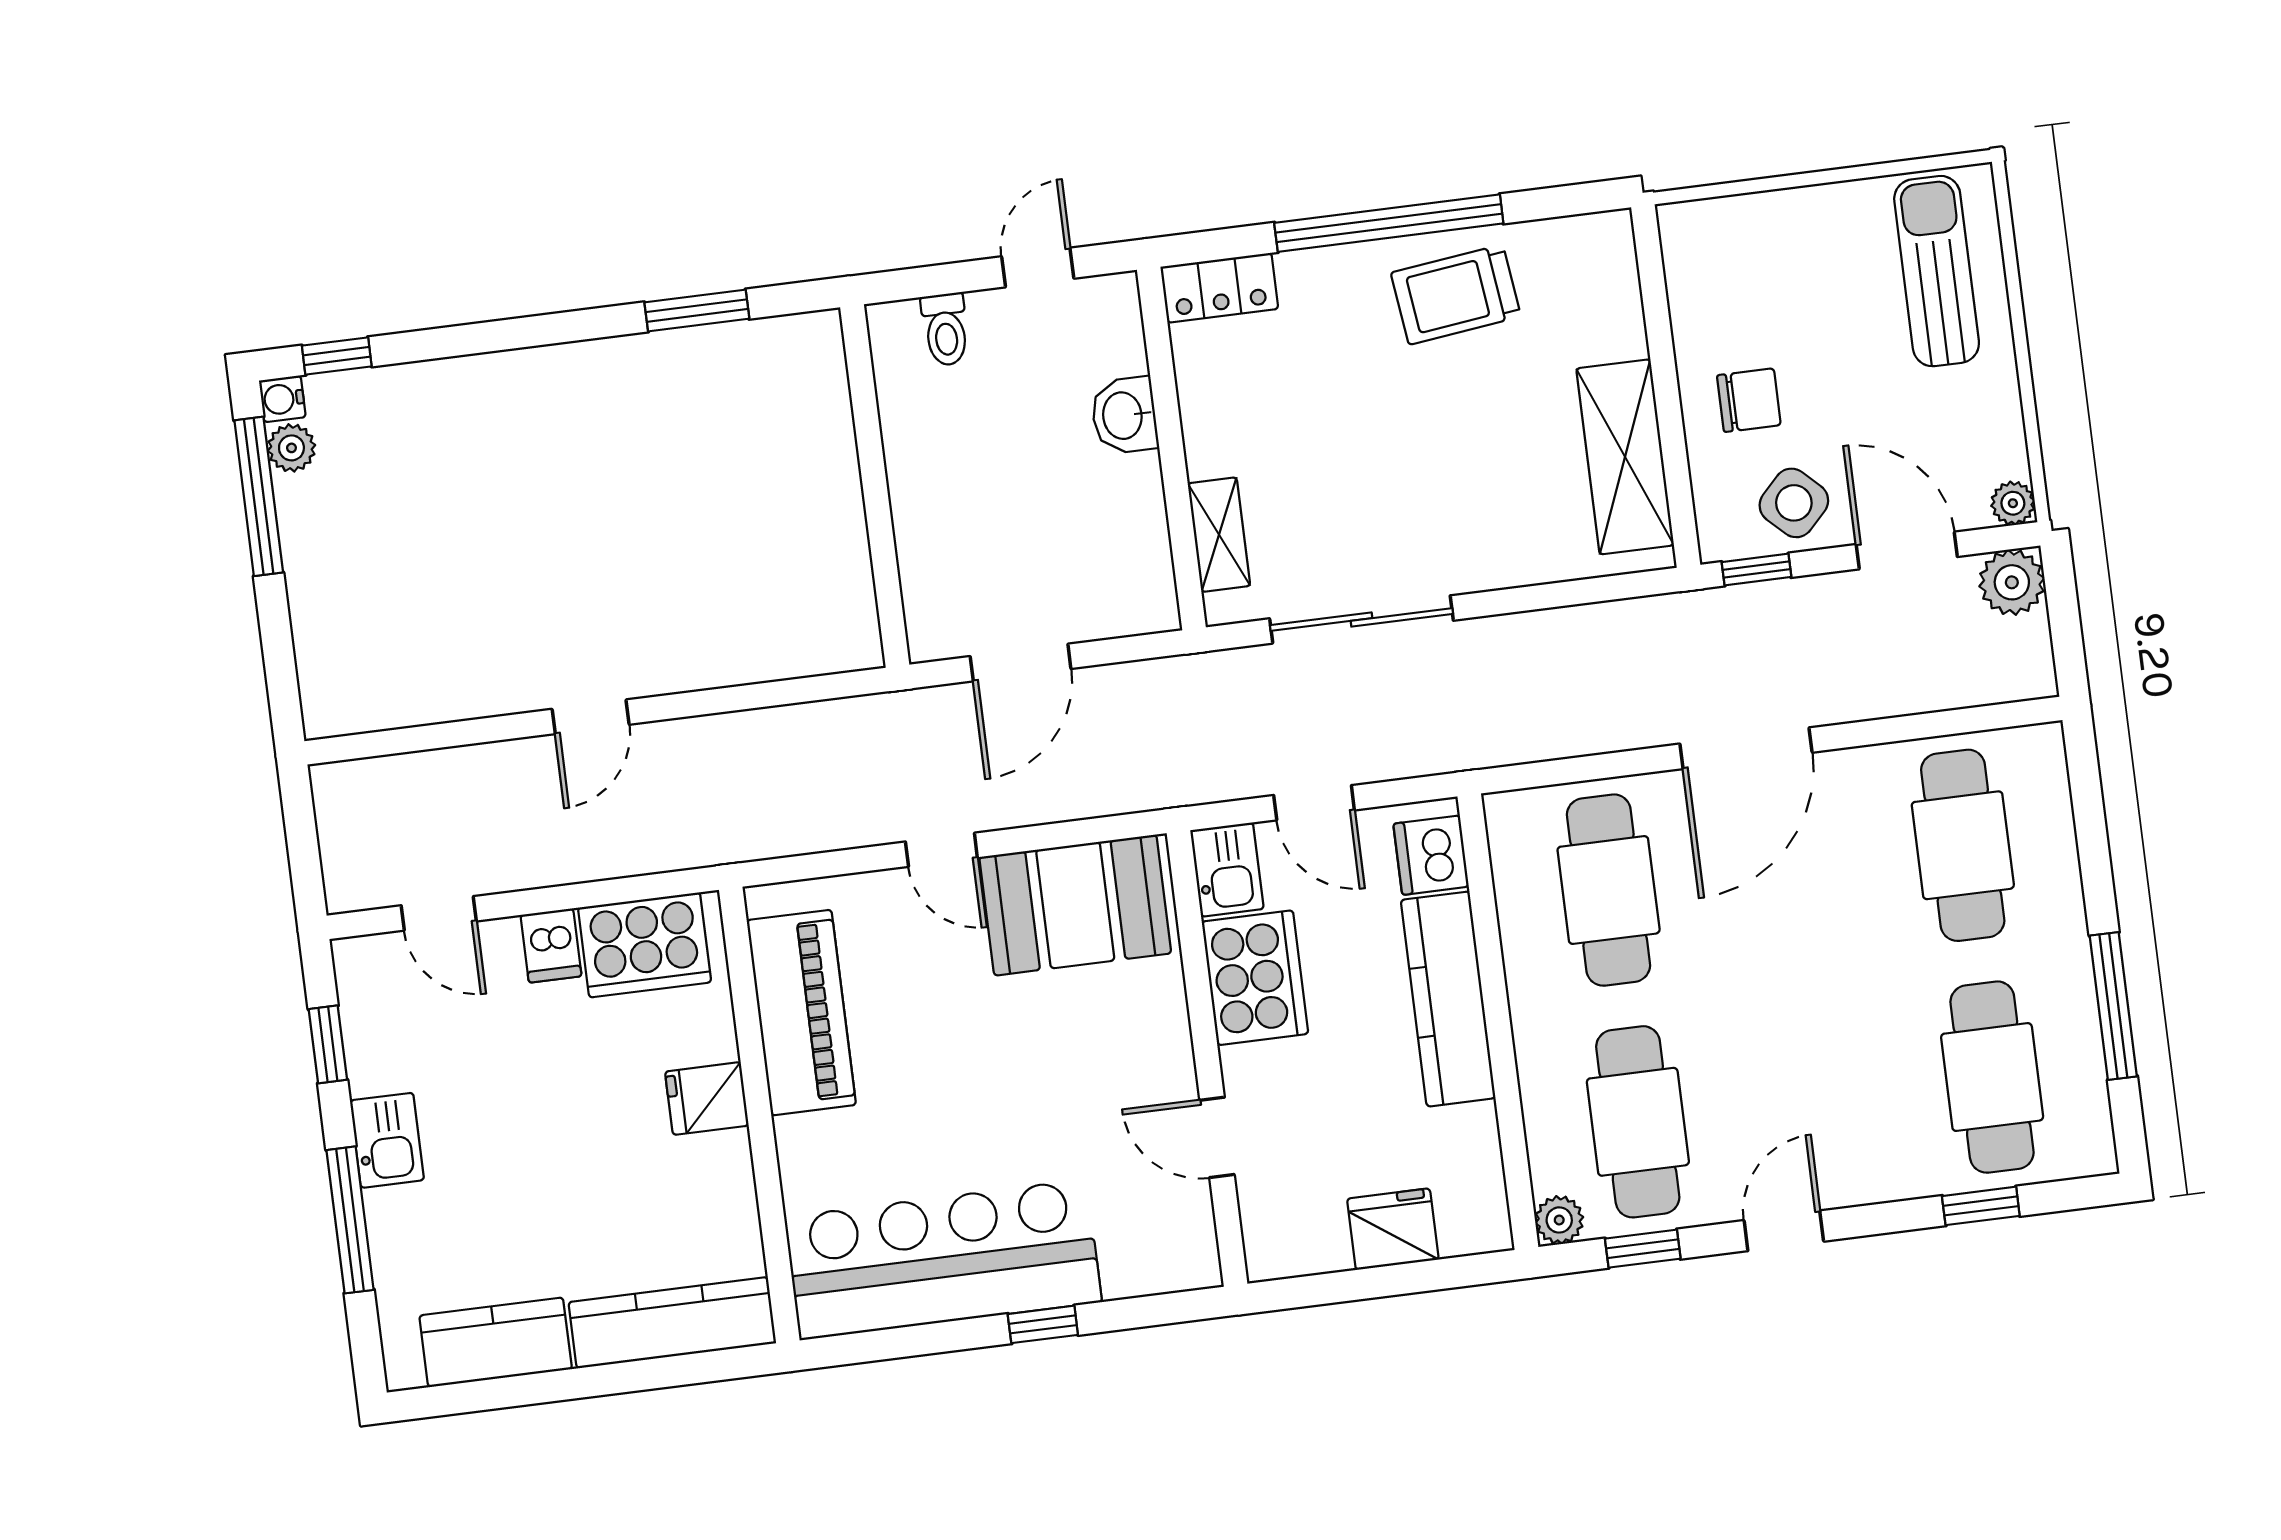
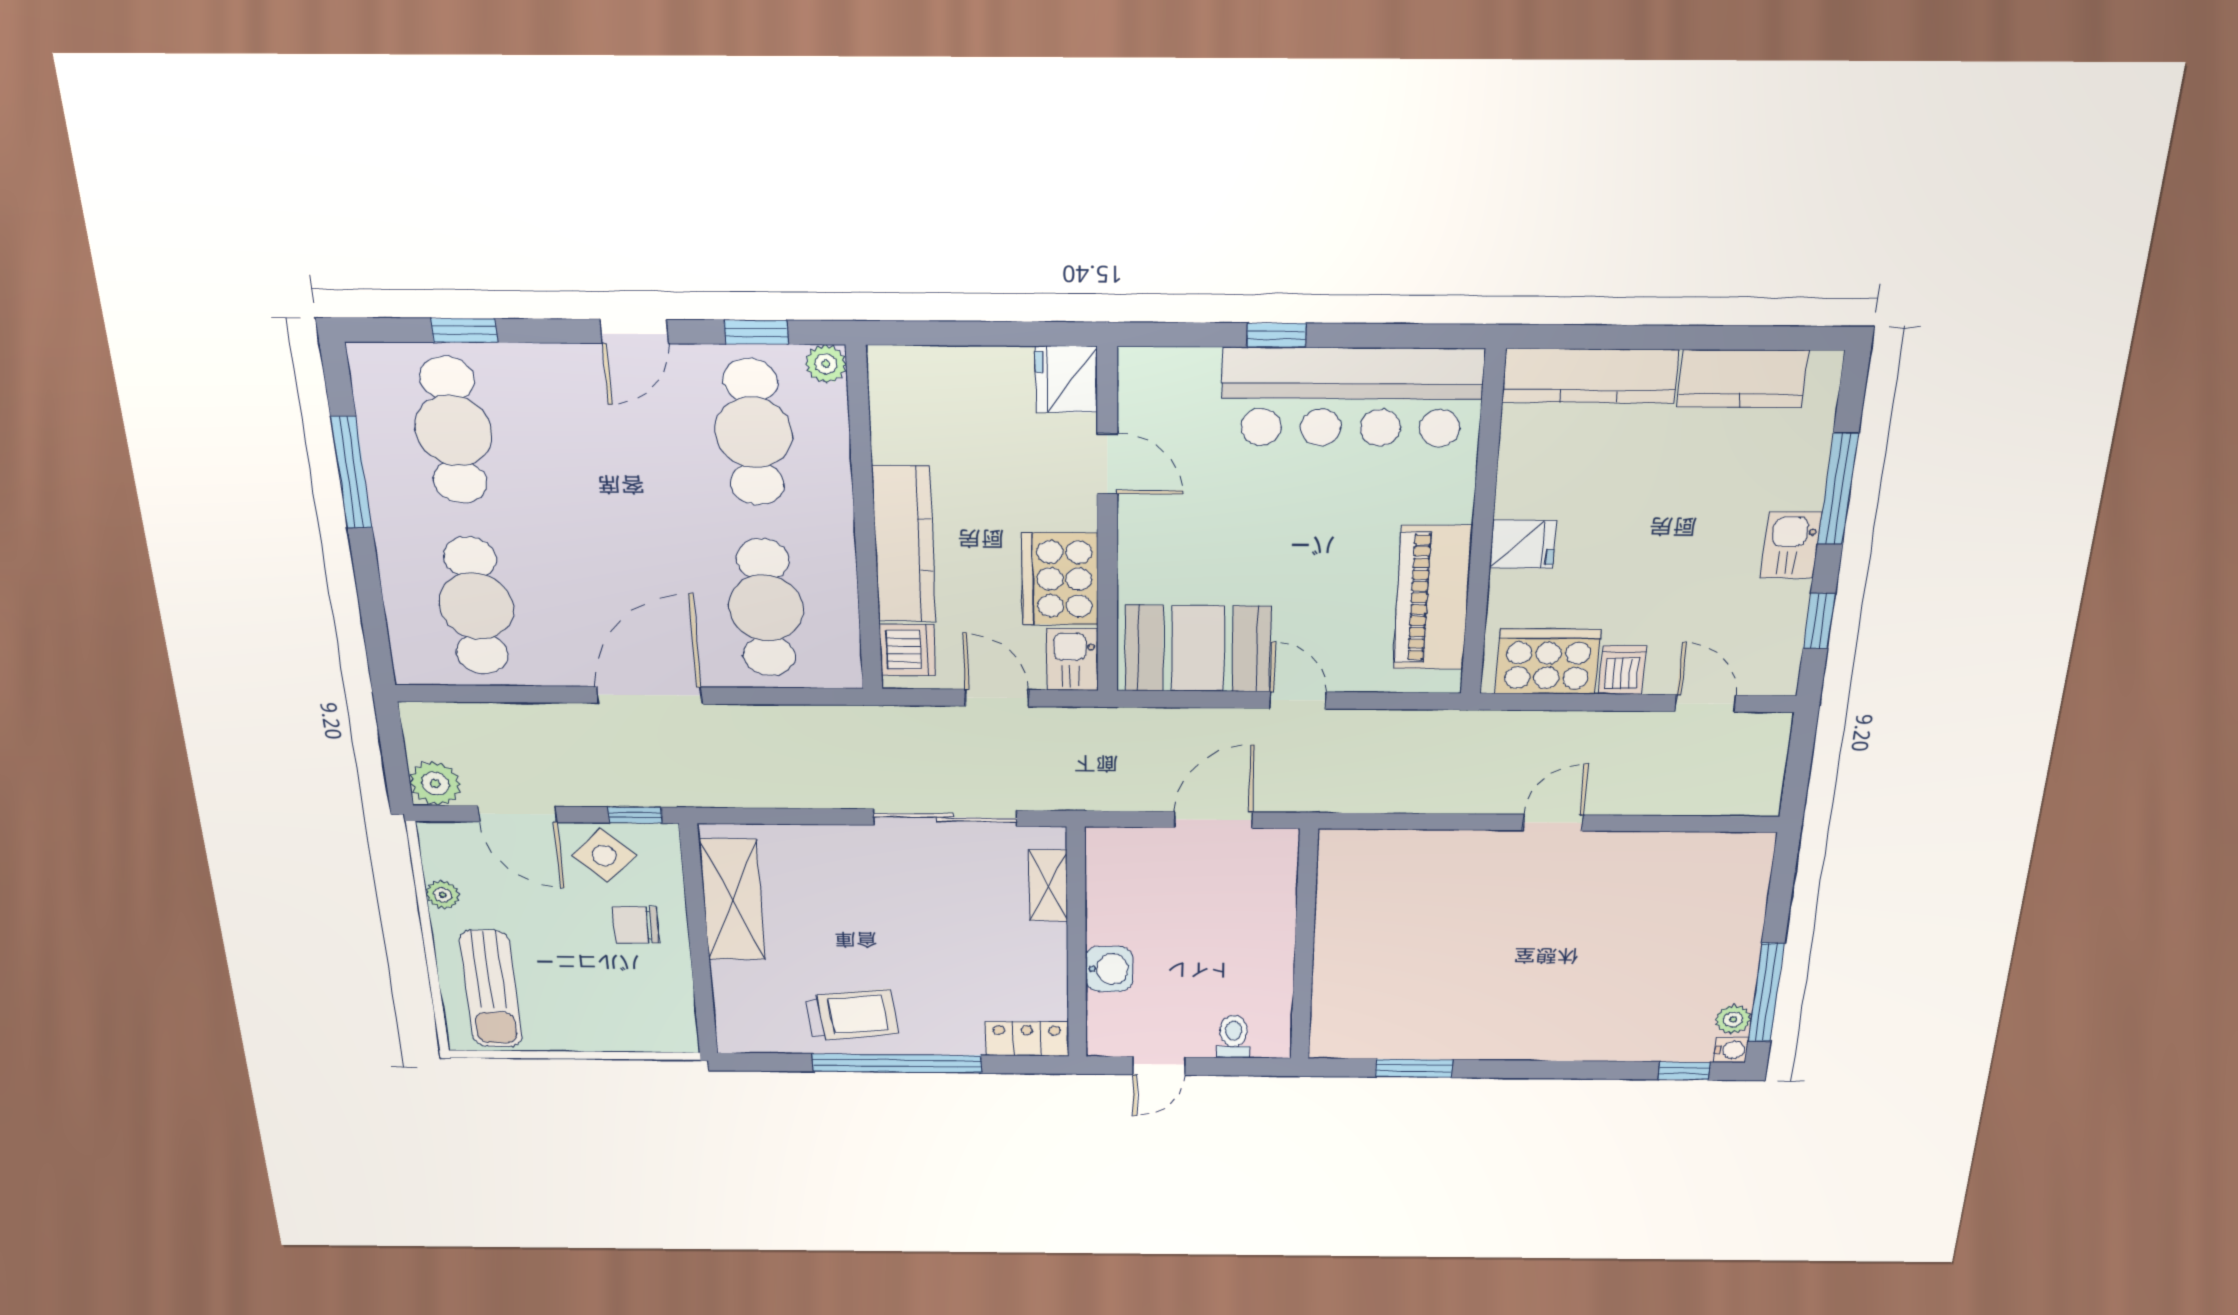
plant: (2013, 503) -> (443, 895), moved
fridge: (1393, 1229) -> (1066, 379), moved, turned 90

